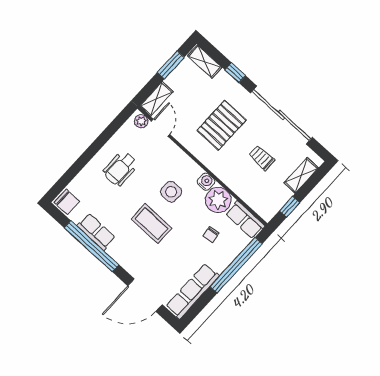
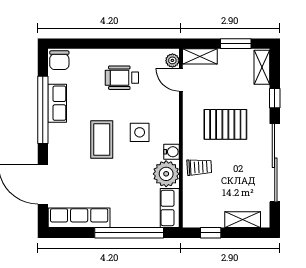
door: (161, 128) -> (181, 80), swing flipped
trolley: (262, 158) -> (199, 167), moved, turned 87
chair: (211, 235) -> (135, 192), removed

